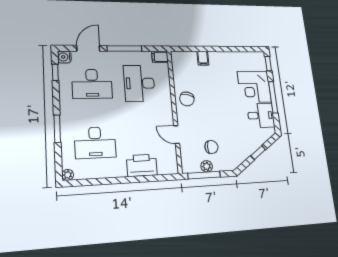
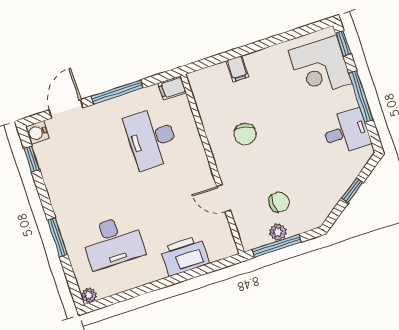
desk: (92, 84) -> (86, 160), removed
corner desk: (254, 87) -> (320, 67), moved
chair: (187, 99) -> (245, 134), moved

